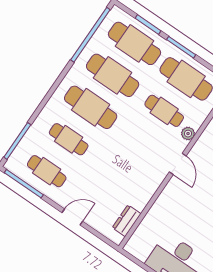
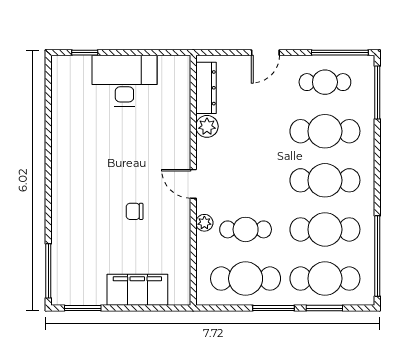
cafe table: (69, 139) -> (325, 131), width x1.37, depth x1.35
plant: (143, 195) -> (207, 126), added
dresser: (127, 221) -> (206, 88), width x1.44

